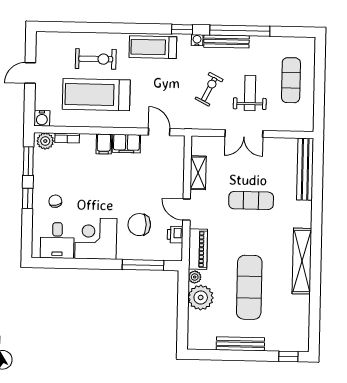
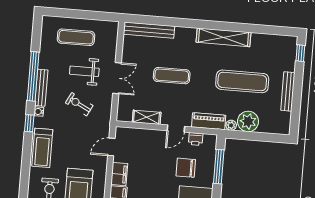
exercise mat: (251, 200) -> (172, 76), turned 90
chair: (139, 225) -> (186, 168), turned 90

